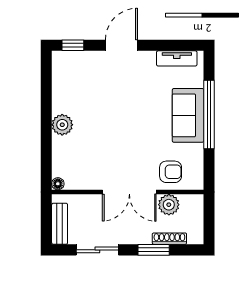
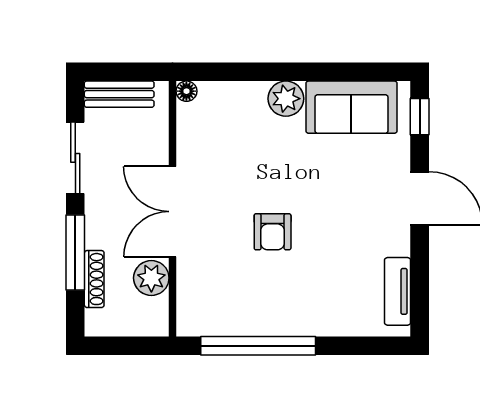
sofa: (188, 115) -> (351, 107), moved, turned 180
window: (209, 115) -> (258, 346), moved
armchair: (171, 172) -> (273, 232), moved
window: (154, 250) -> (75, 253), width x1.44

